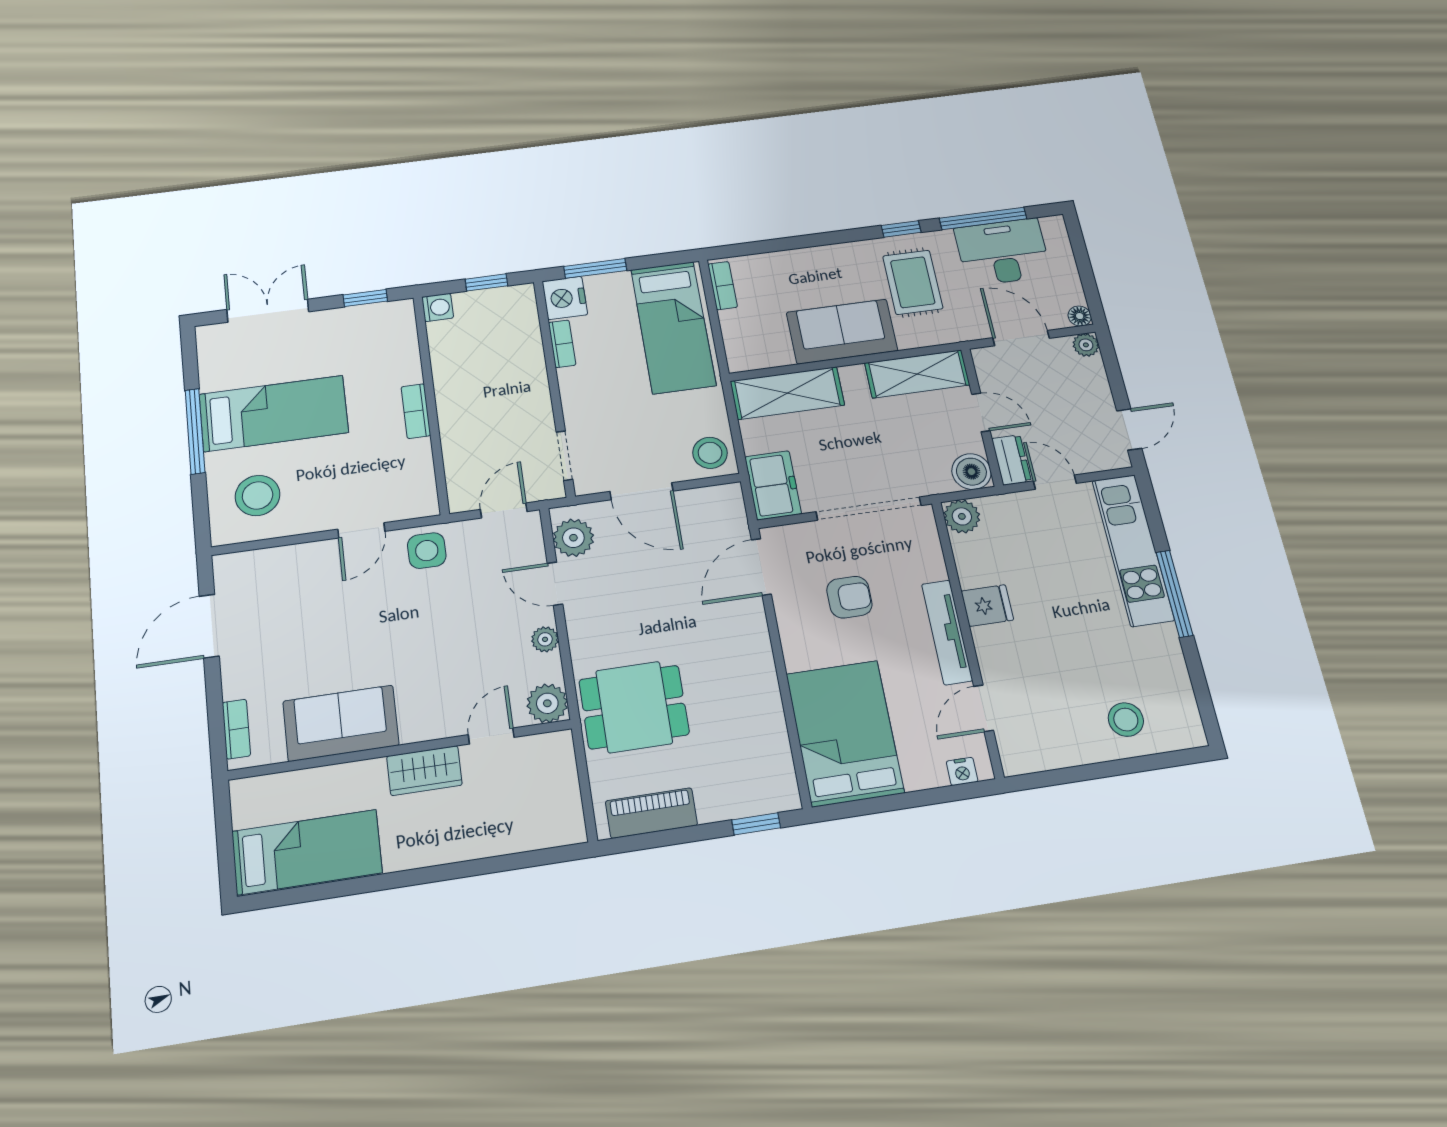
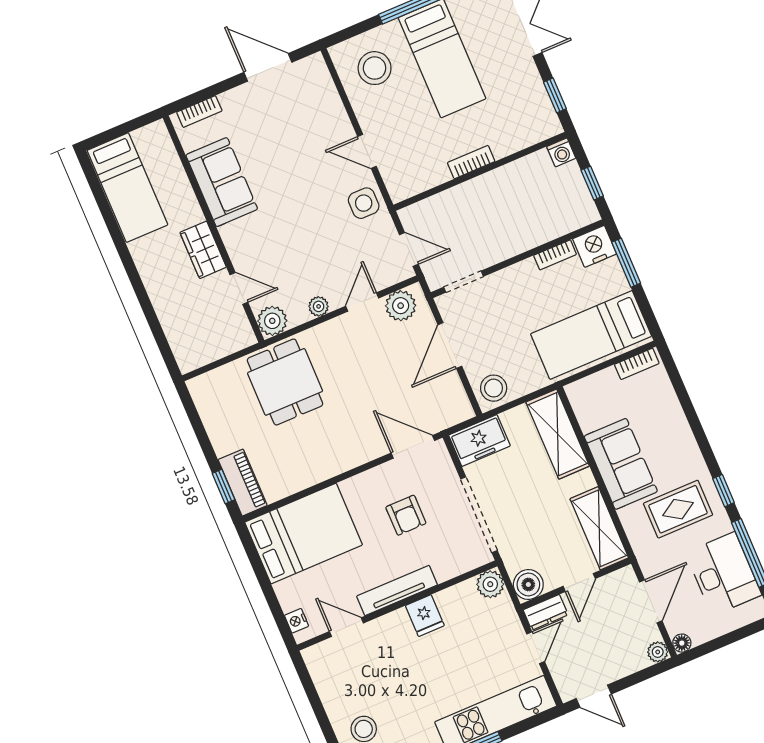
piano: (651, 813) -> (243, 483), moved

